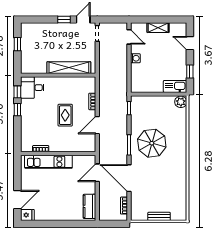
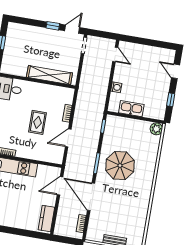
shelving: (158, 28) -> (146, 50), removed
washing machine: (135, 58) -> (116, 87), moved
kitchen sink: (175, 86) -> (131, 109), moved

